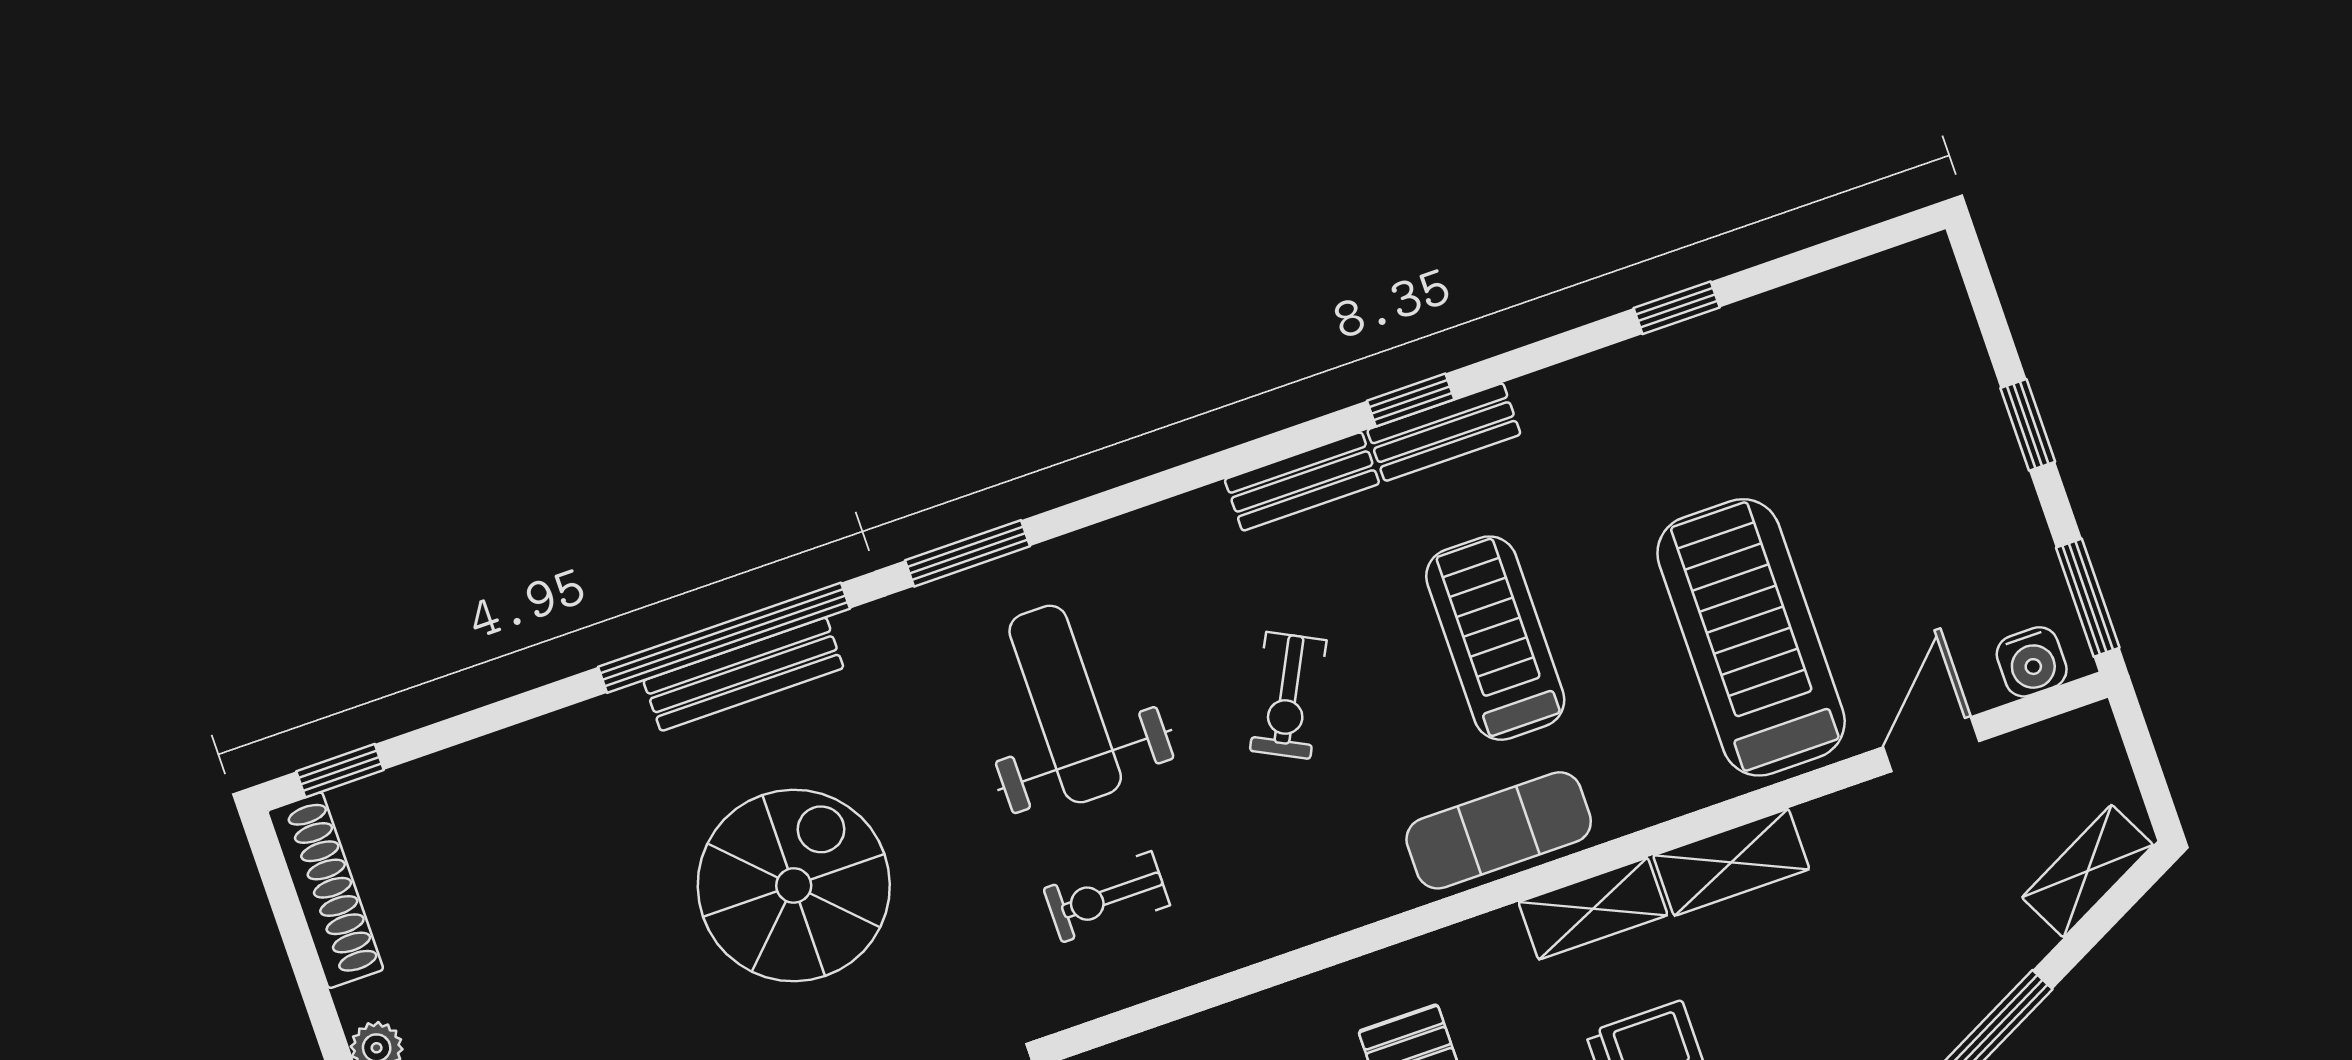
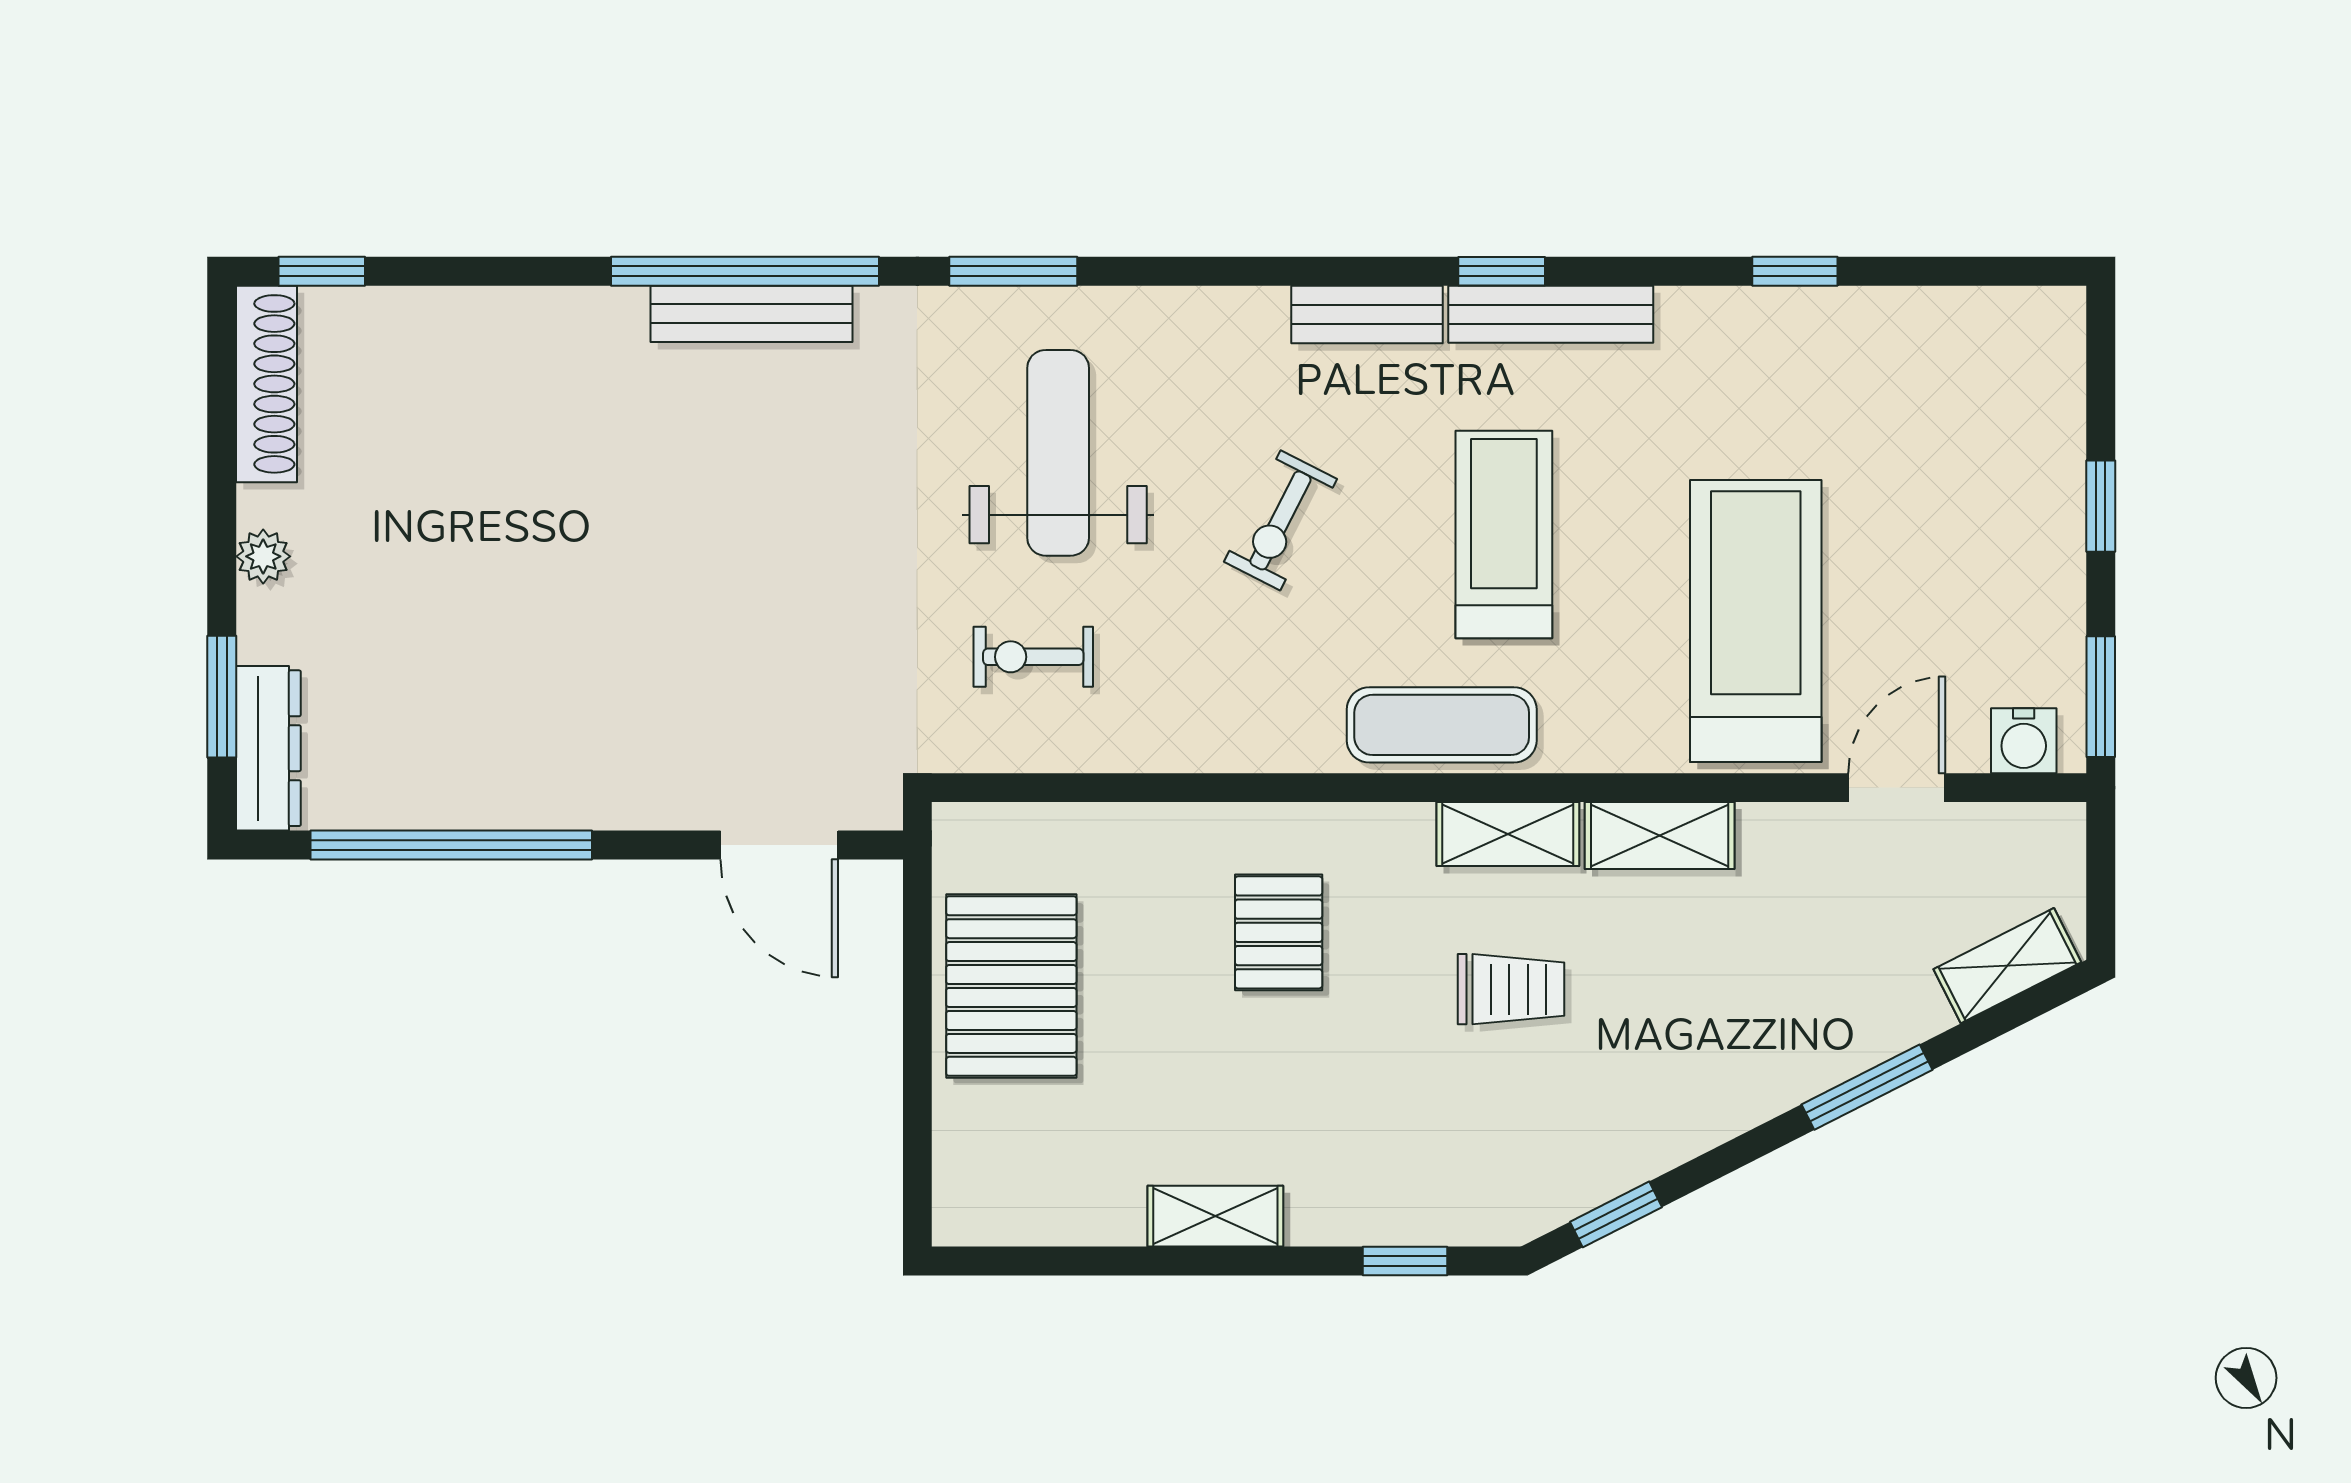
bench: (1444, 432) -> (1551, 314), width x1.36
spiral stairs: (794, 885) -> (729, 539), removed

